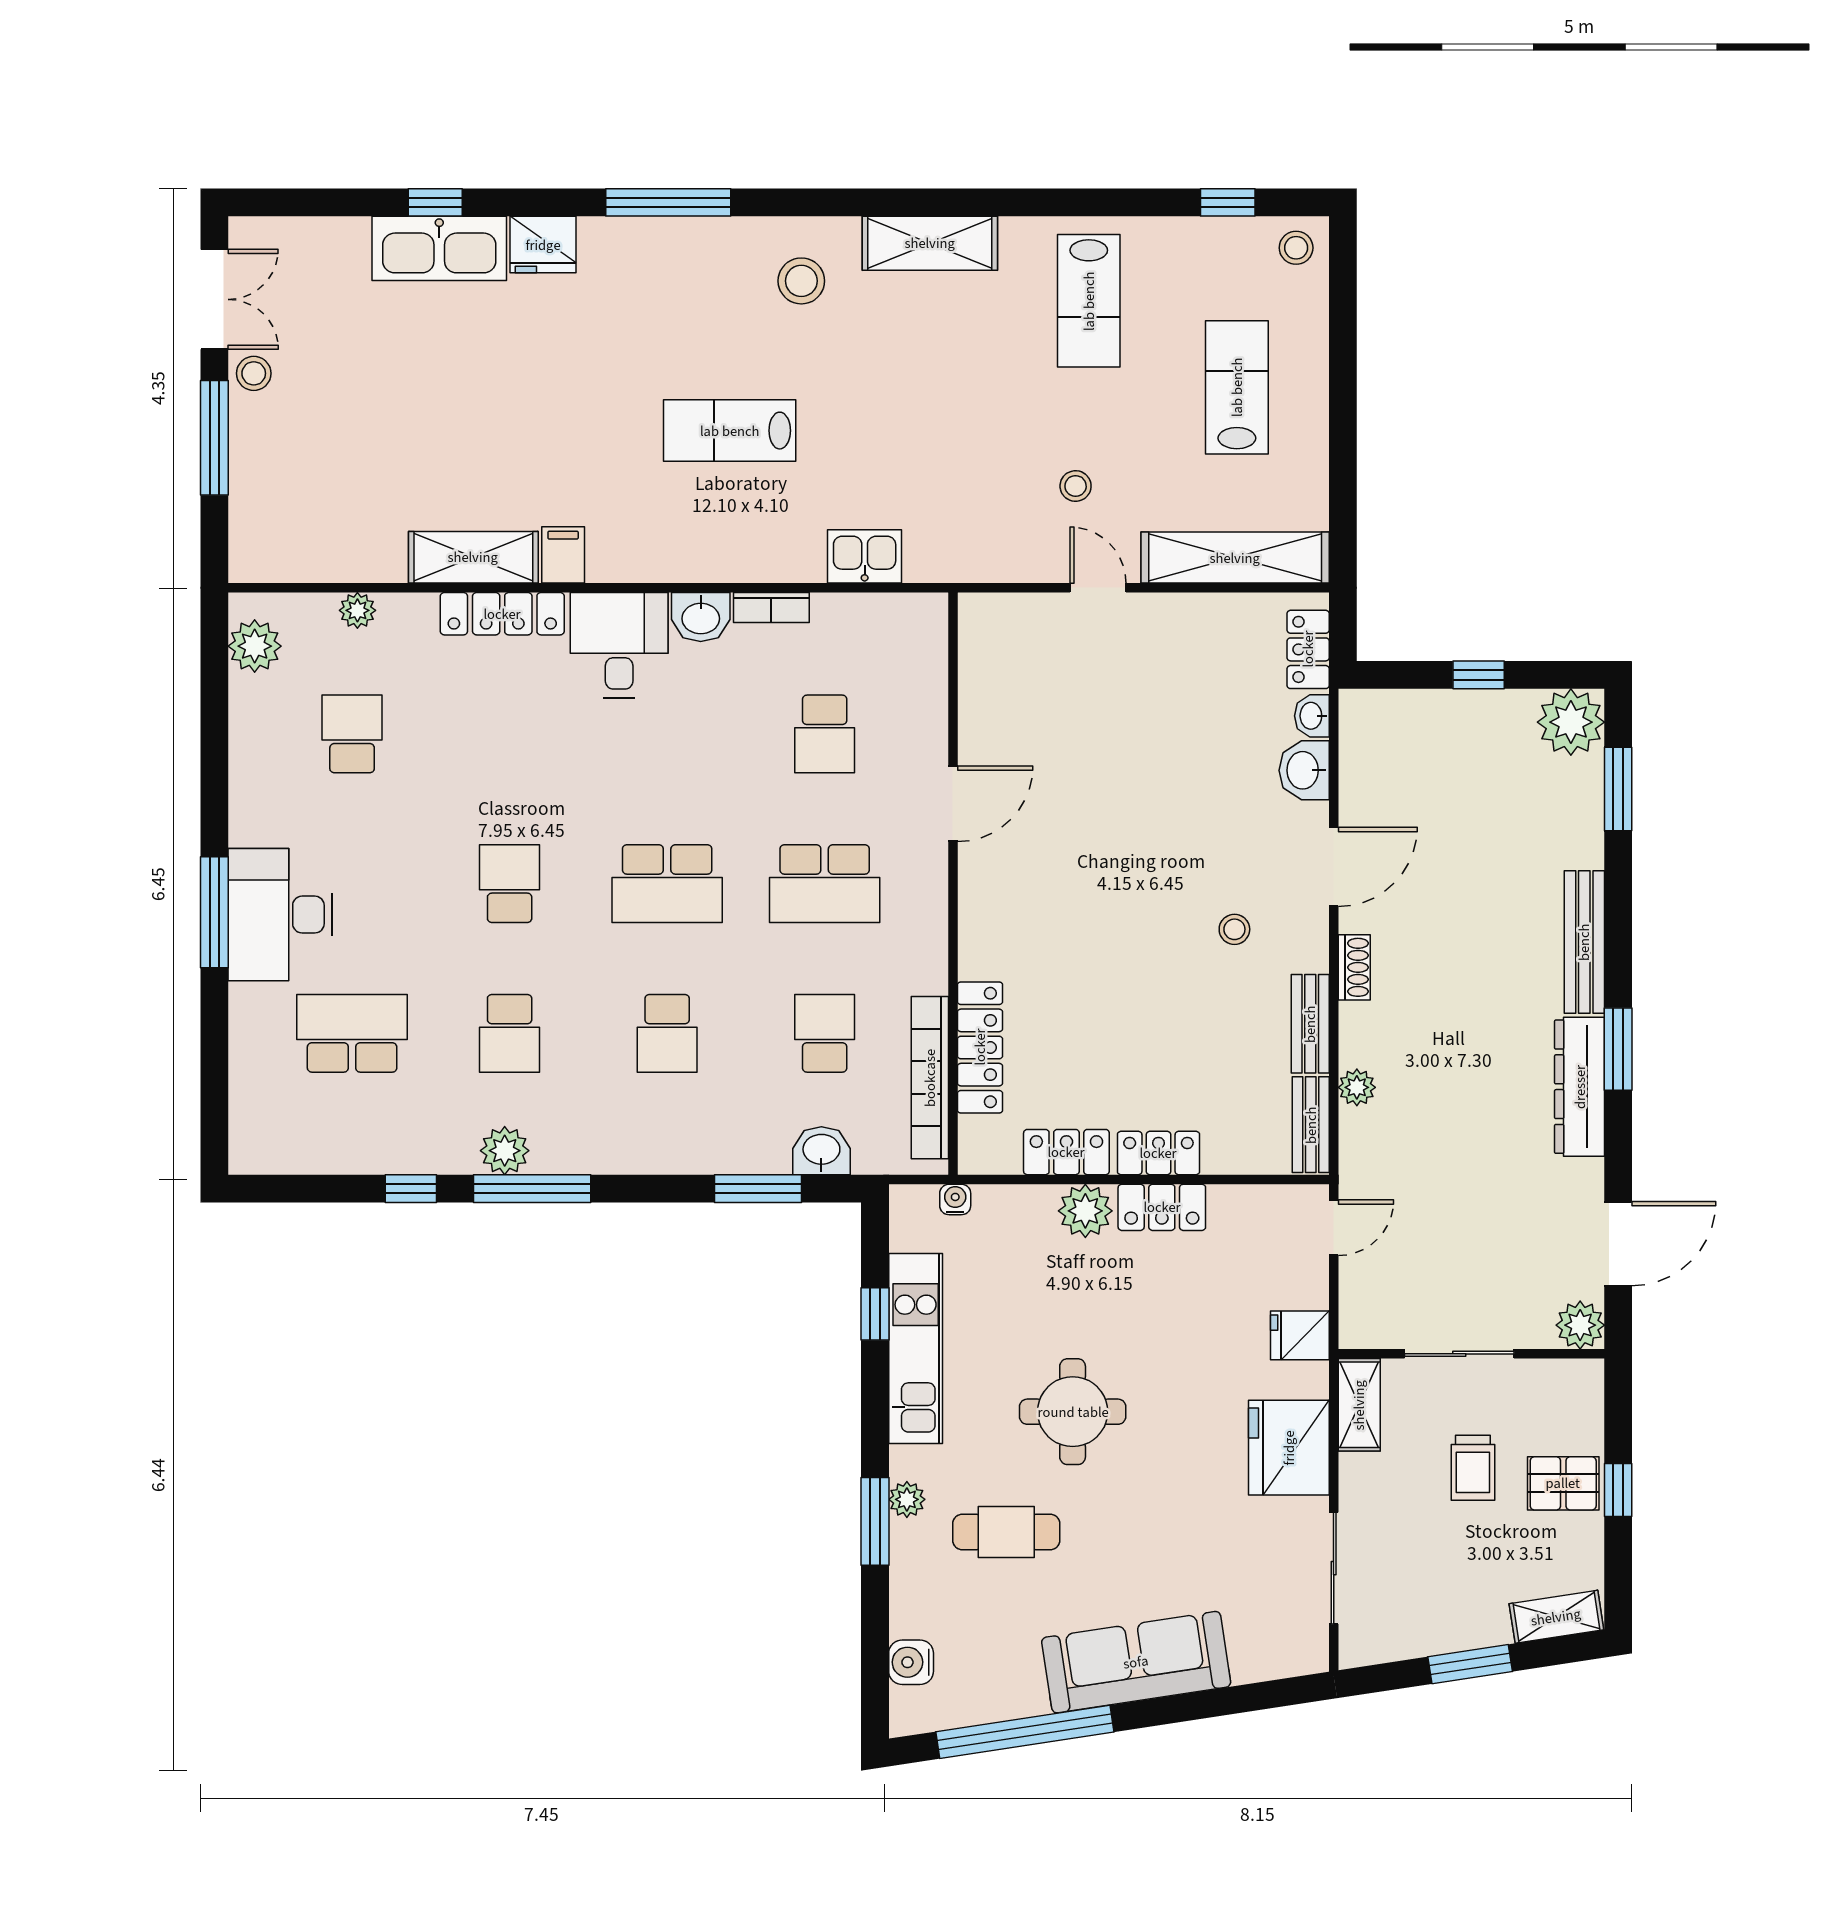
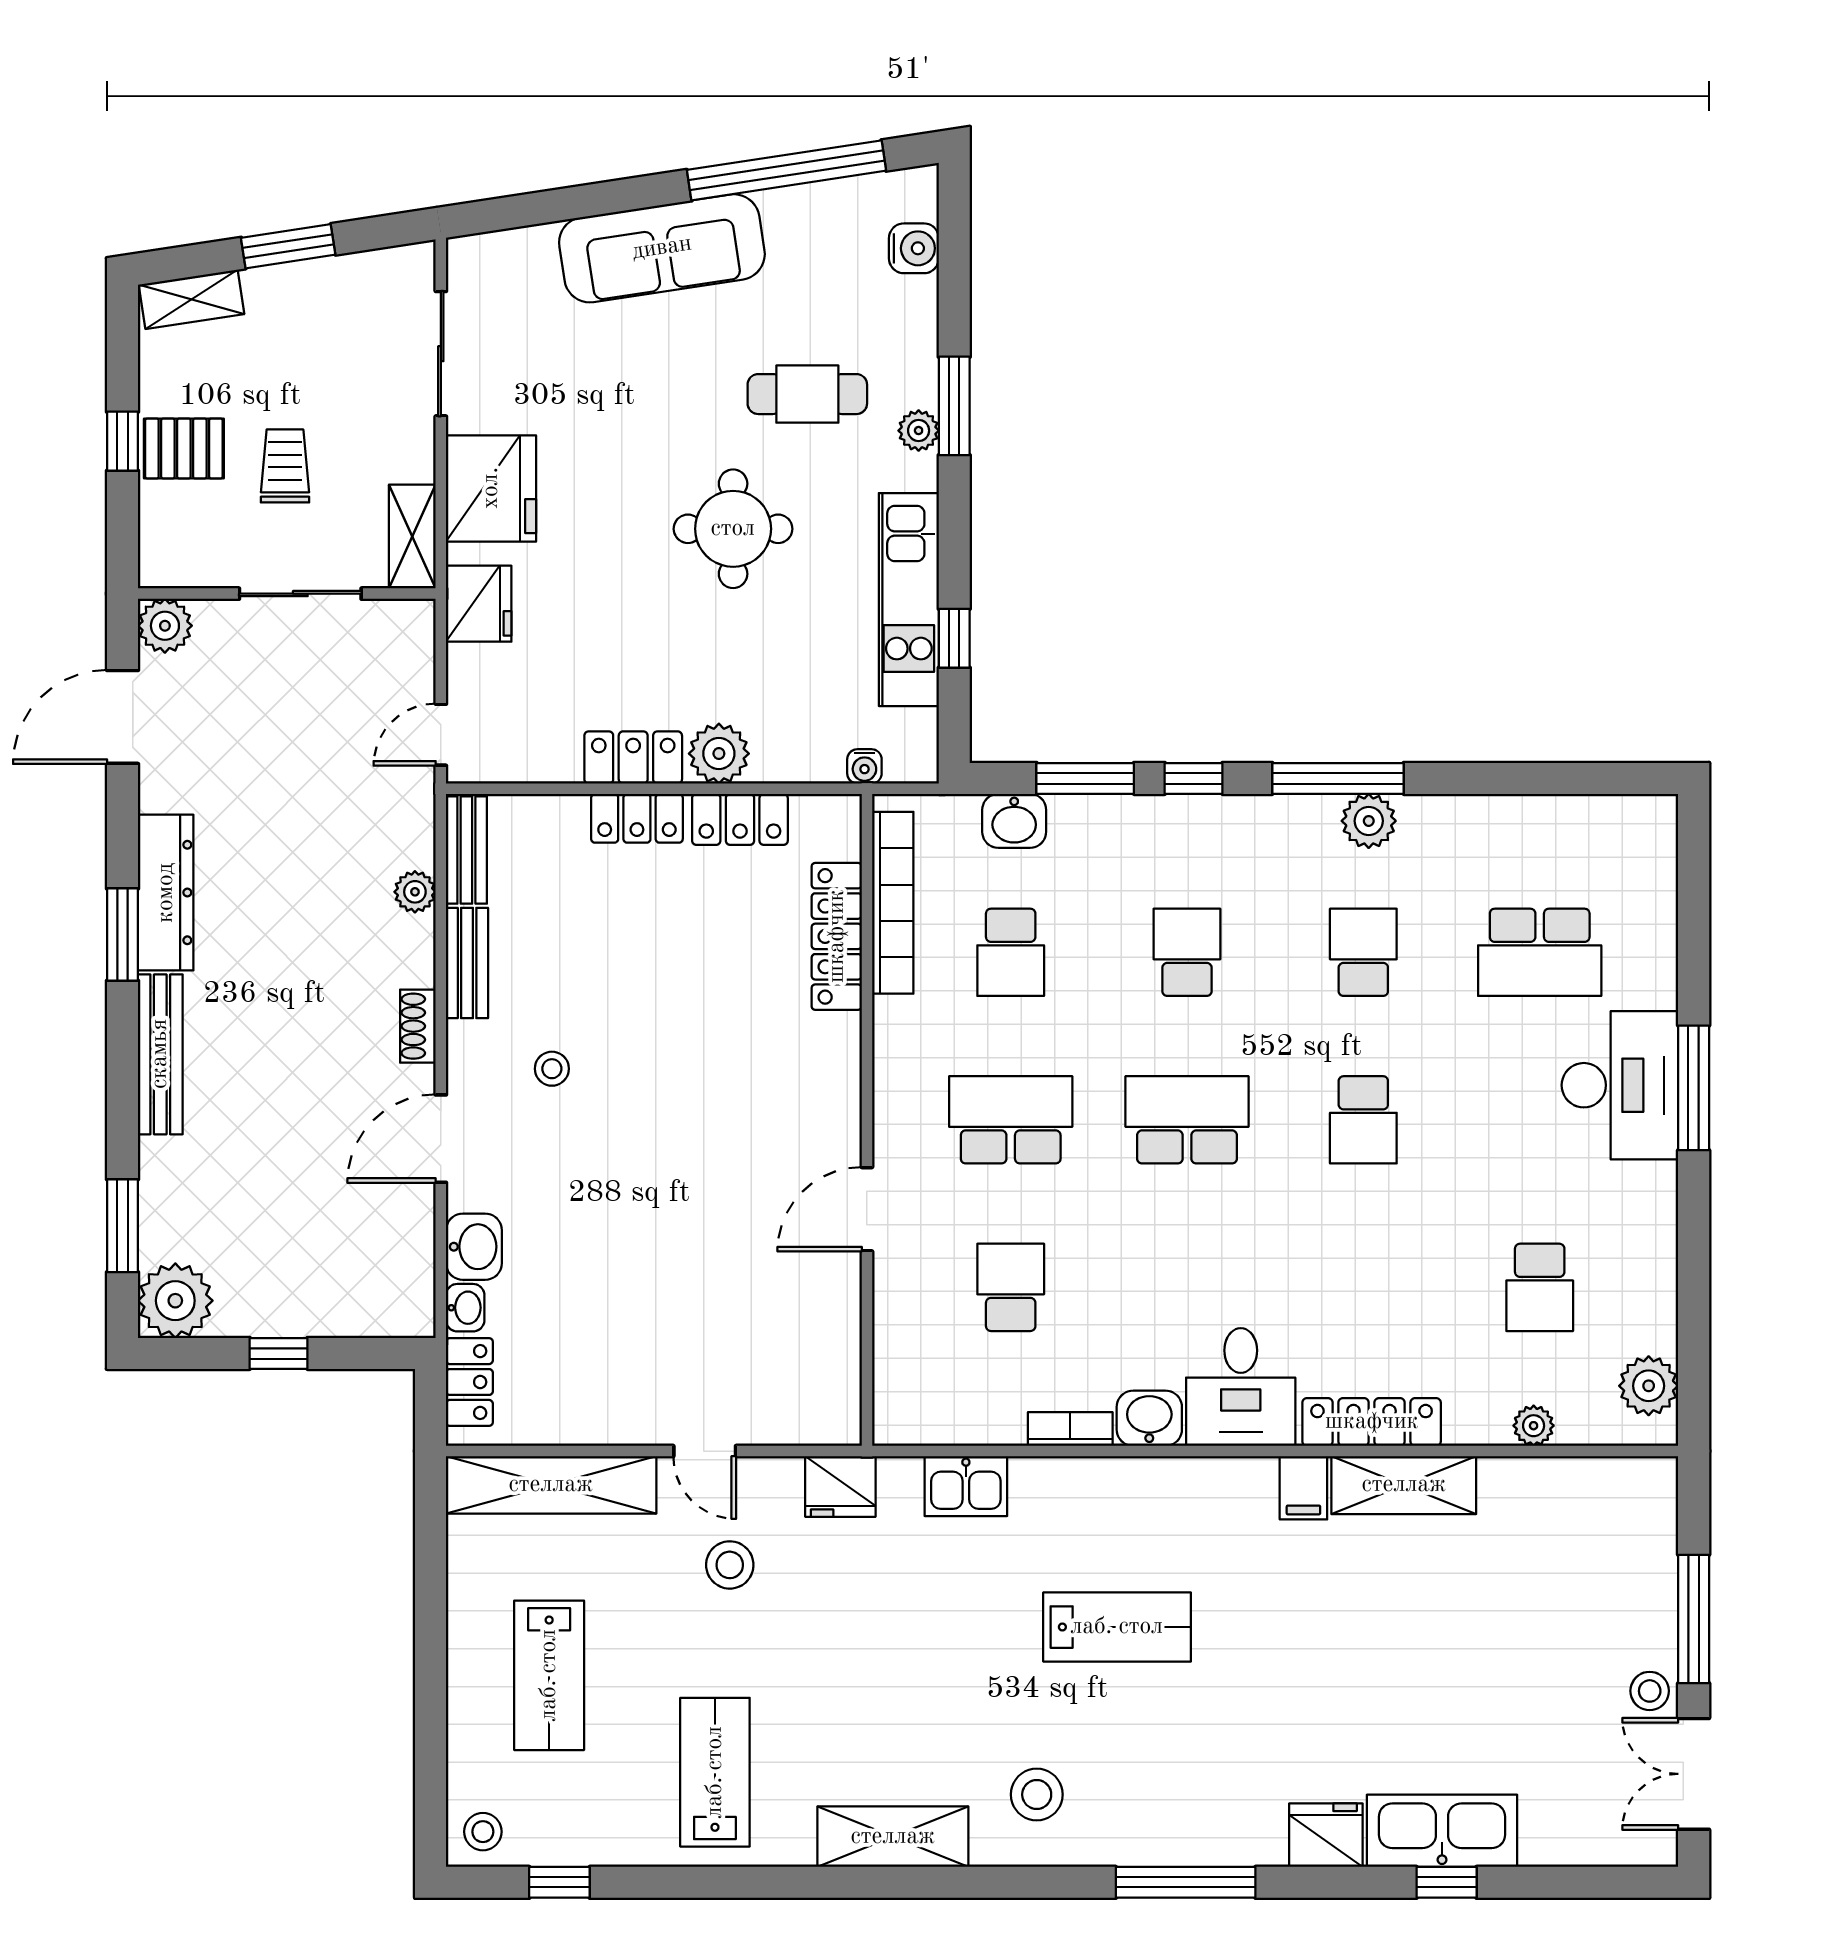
stool: (1076, 486) -> (730, 1565), width x1.37, depth x1.37
fridge: (977, 556) -> (840, 1486), added
window: (411, 1189) -> (1194, 778), moved
fridge: (1300, 1335) -> (479, 604), width x1.38

